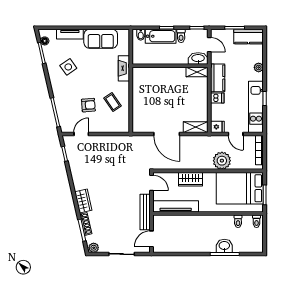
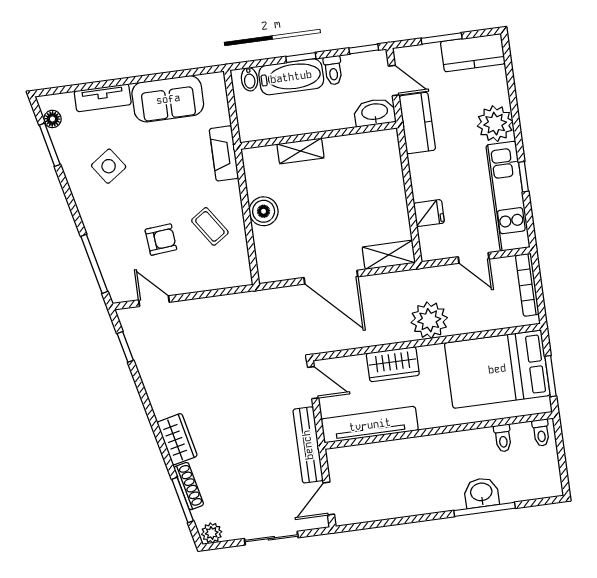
plant: (259, 67) -> (495, 124), width x1.87, depth x1.87
shelving: (197, 72) -> (301, 151), moved
kitchen counter: (218, 78) -> (417, 123), moved
boiler: (139, 98) -> (264, 211), added
dishwasher: (217, 98) -> (425, 189), removed
fridge: (217, 127) -> (429, 213), moved
door: (81, 134) -> (154, 301), hinge flipped
plant: (222, 161) -> (429, 320), moved

